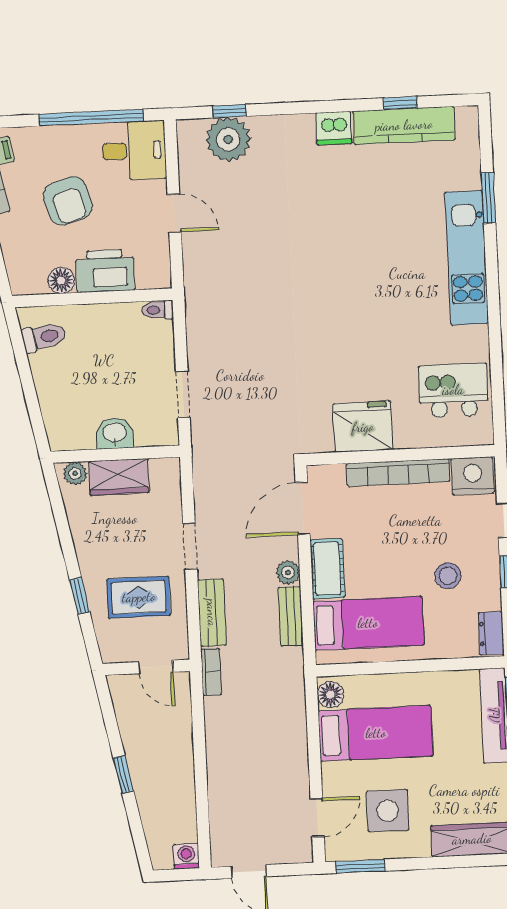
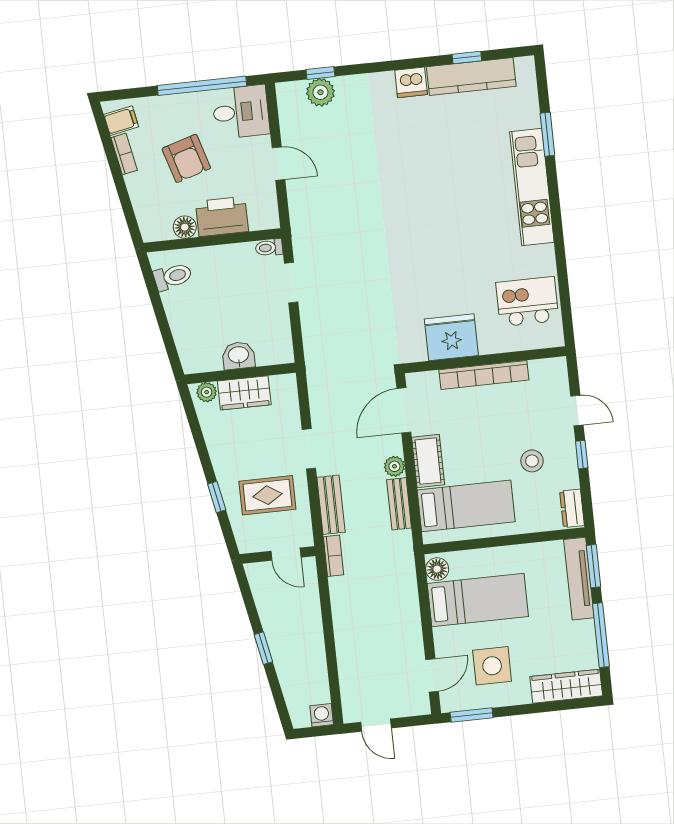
plant: (228, 139) -> (320, 92), width x0.73, depth x0.73
doorway: (183, 394) -> (291, 283), moved
nightstand: (473, 476) -> (548, 374), removed

